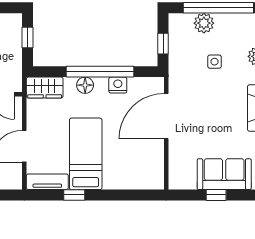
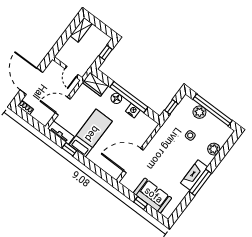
door: (166, 116) -> (133, 161), moved

